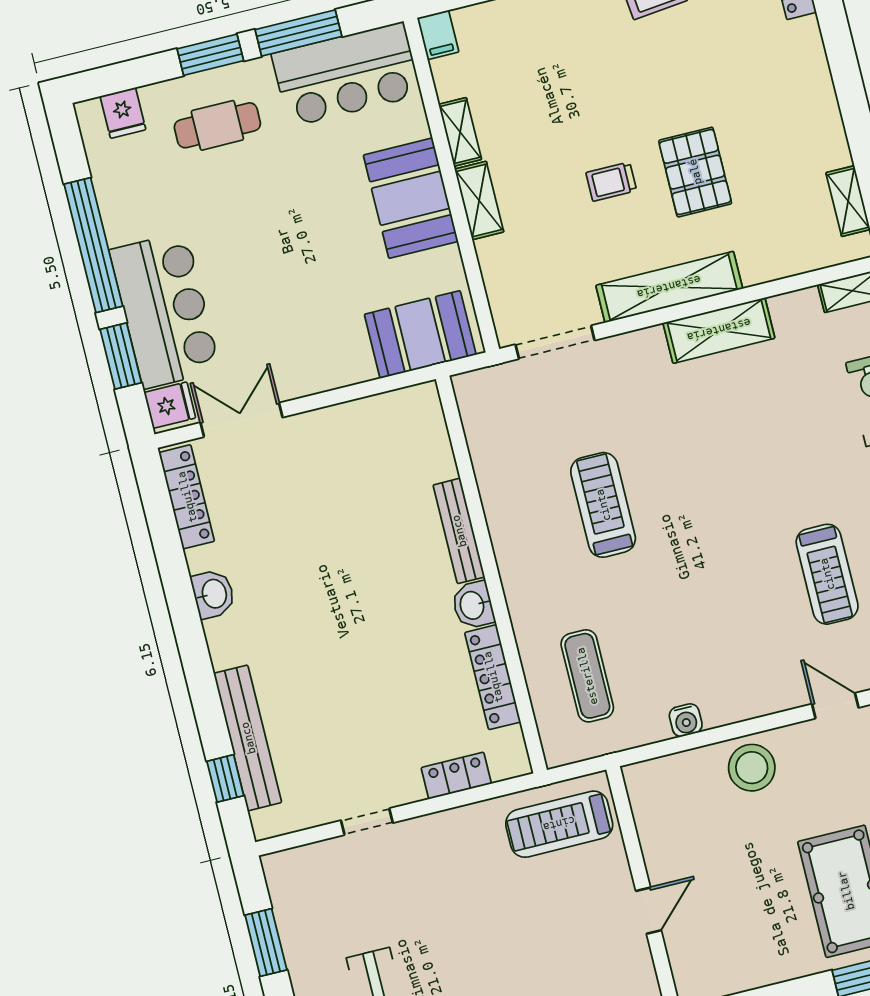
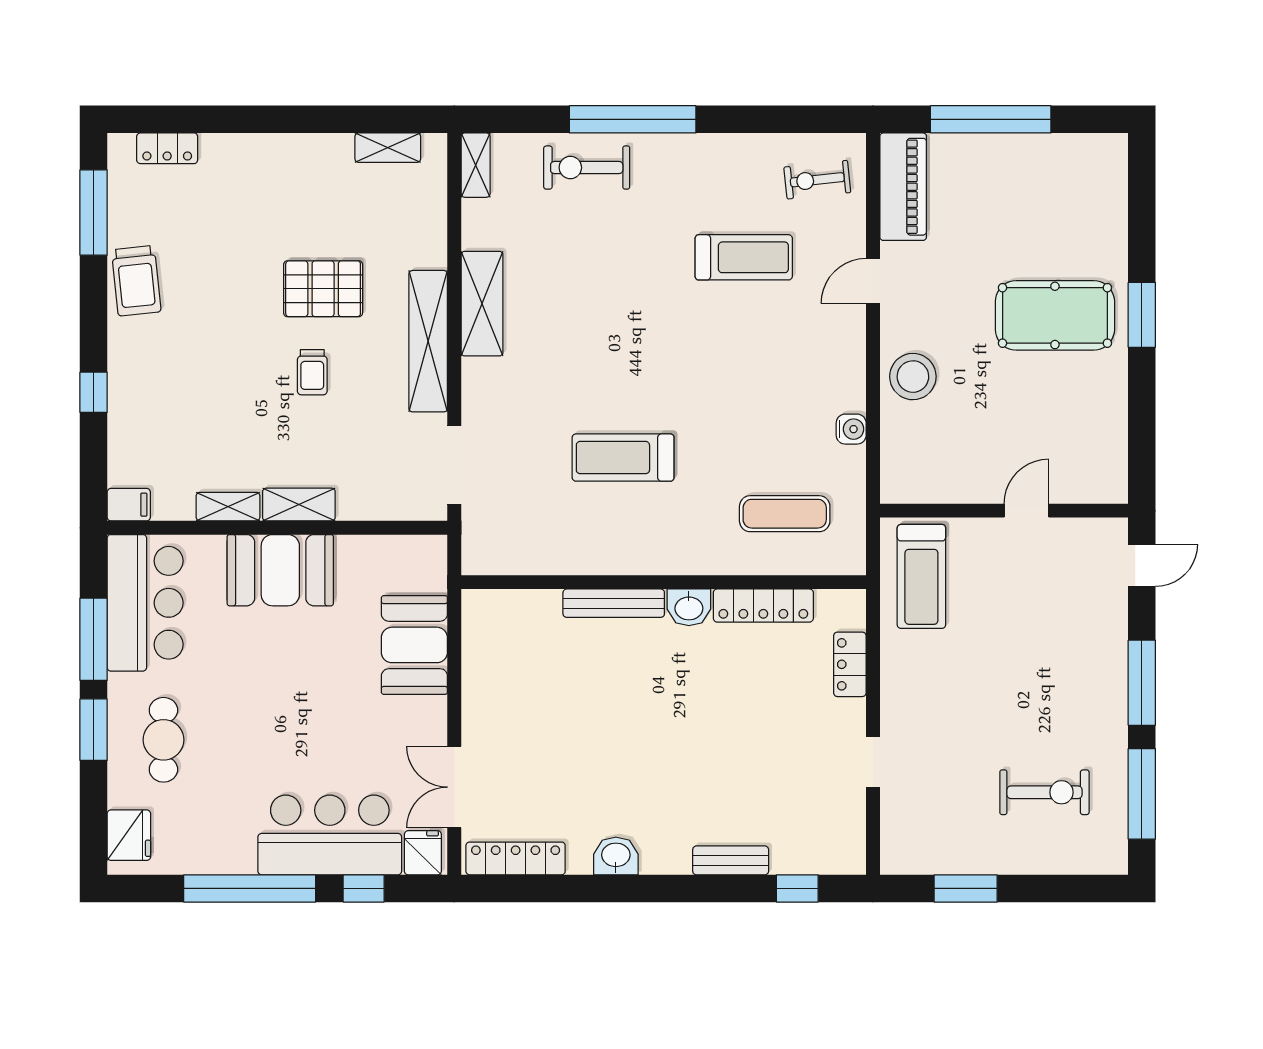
fridge: (123, 113) -> (129, 835), width x1.38
booth: (420, 334) -> (414, 645), moved
window: (121, 356) -> (364, 888), width x0.67
bench: (248, 738) -> (731, 860), width x0.54, depth x0.82
door: (649, 911) -> (1026, 511), hinge flipped

